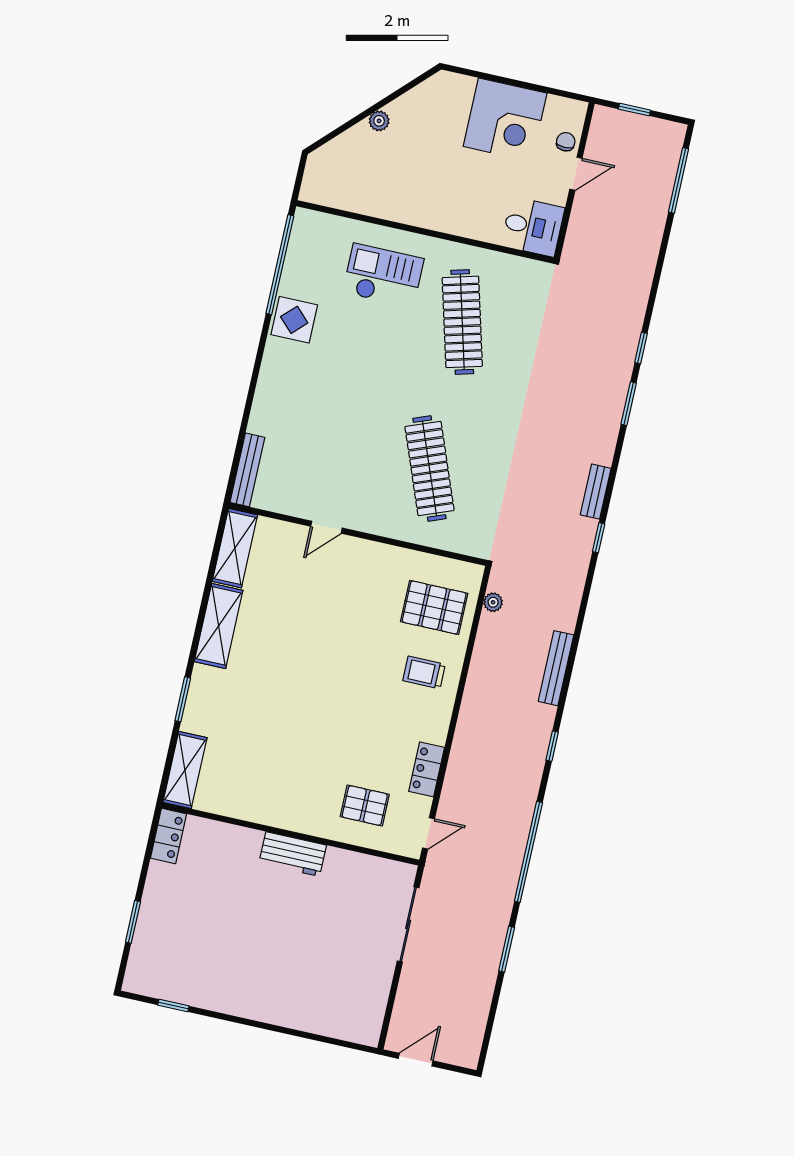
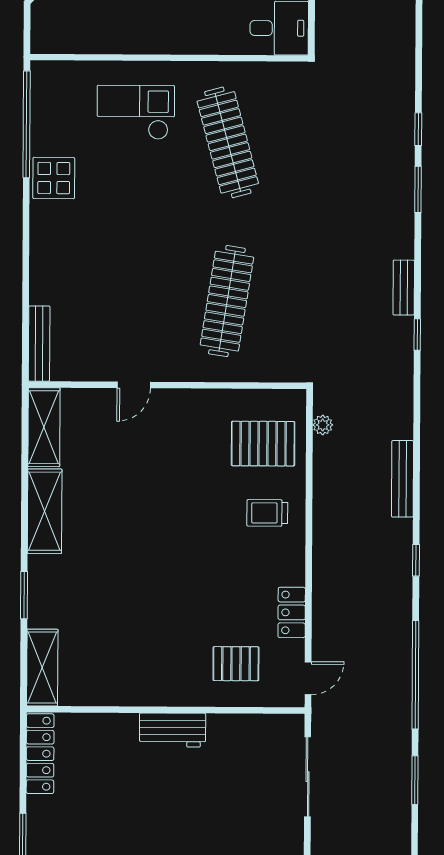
clothes rail: (429, 468) -> (227, 301), turned 30
locker: (168, 836) -> (40, 754), width x1.53

